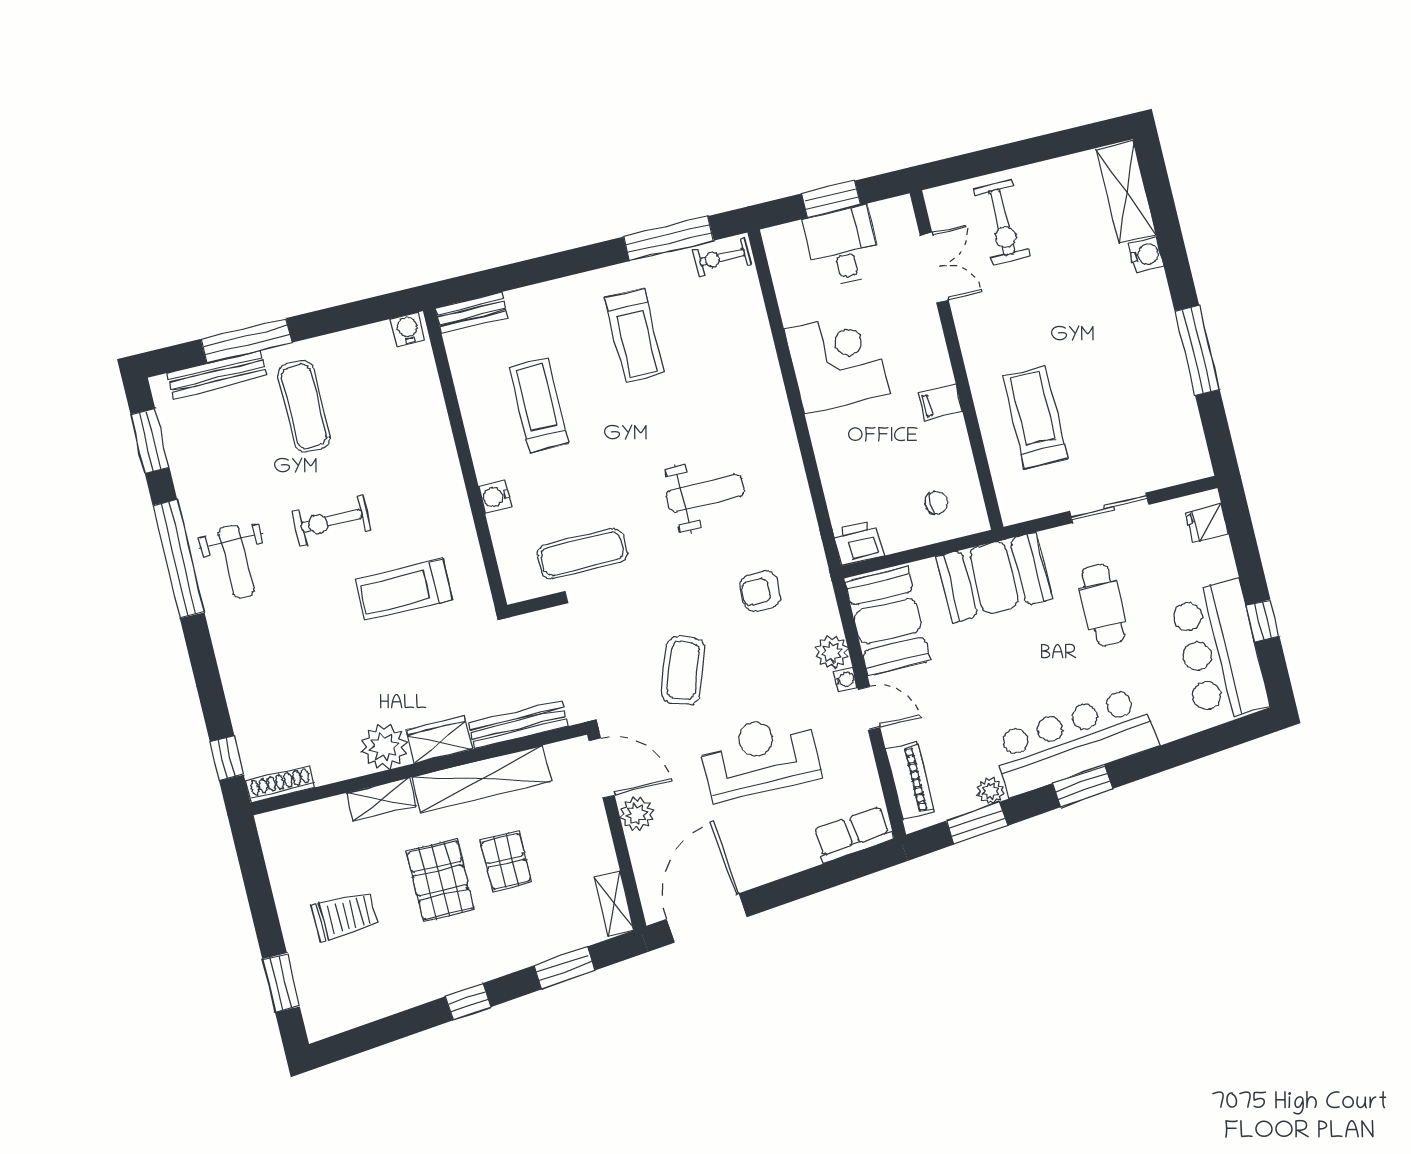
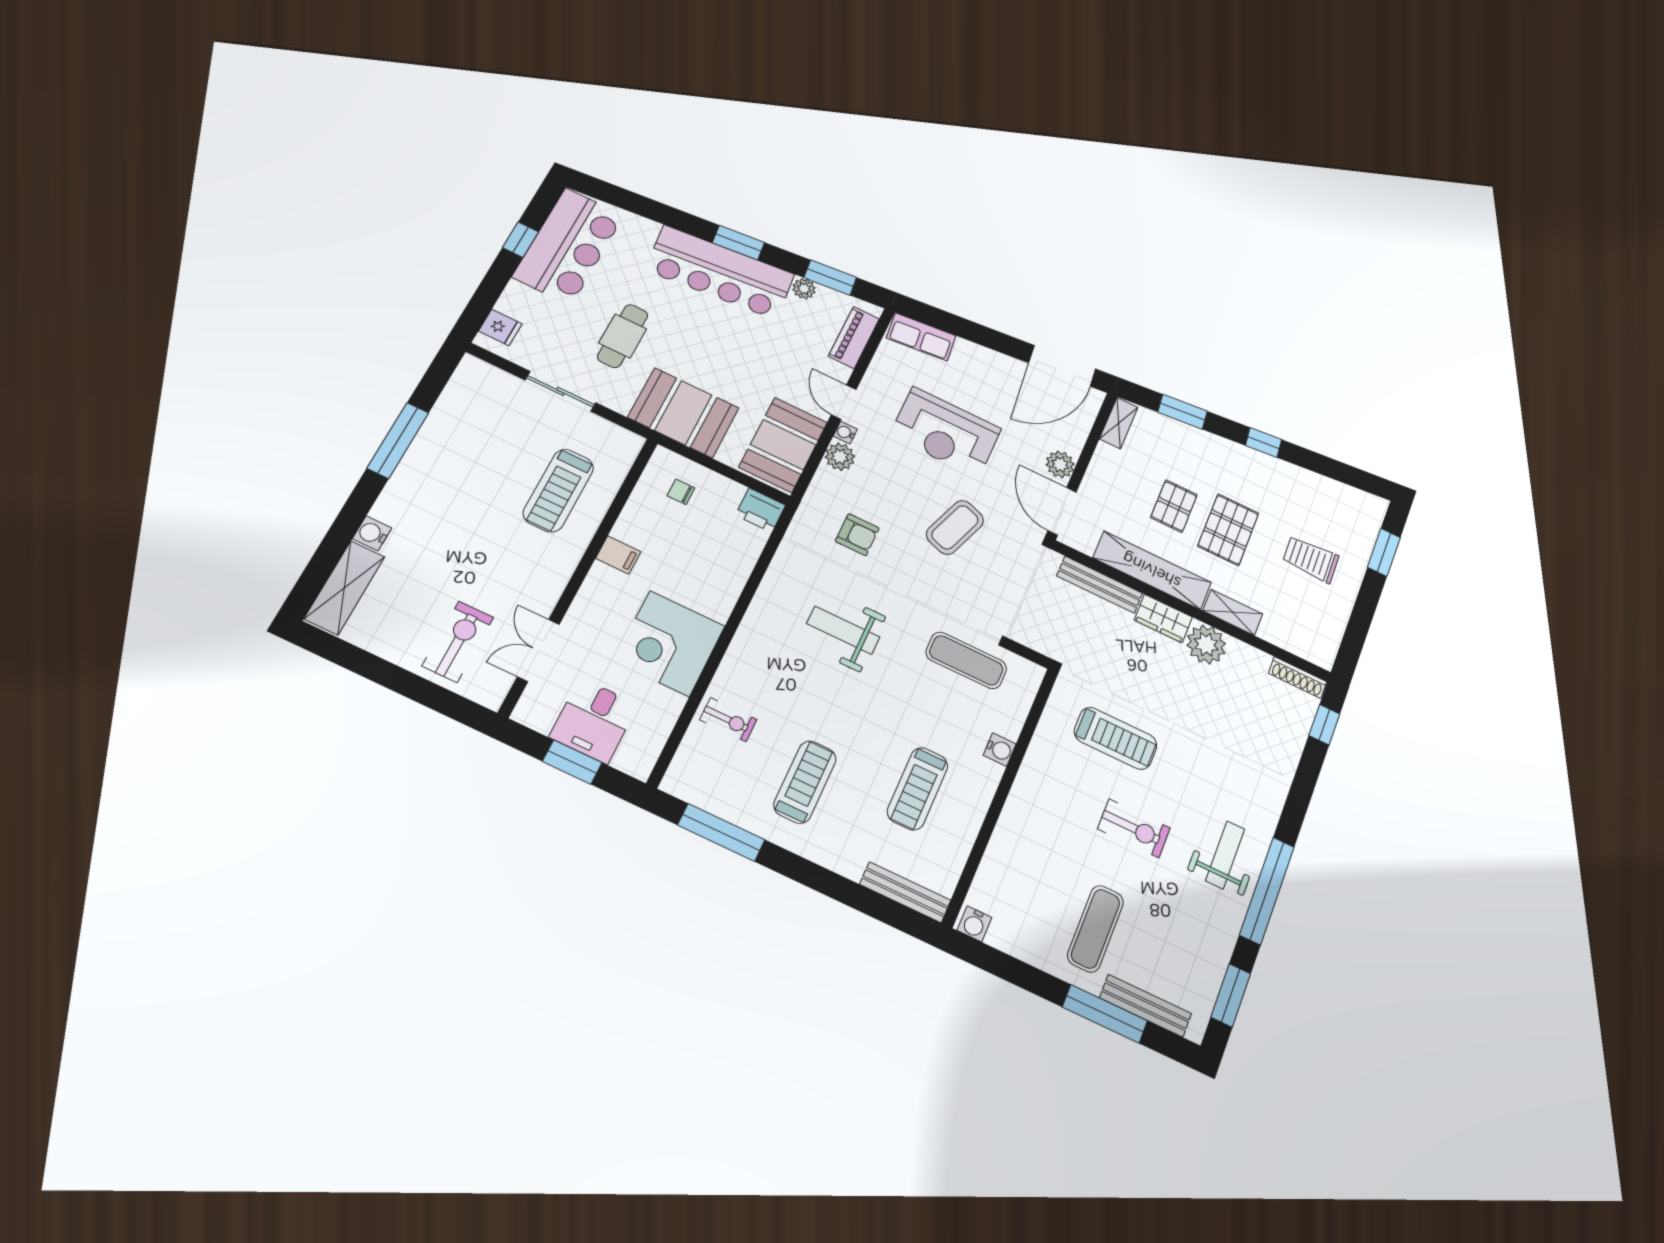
exercise bike: (722, 257) -> (728, 720), moved
bench: (472, 313) -> (905, 892), width x1.36

